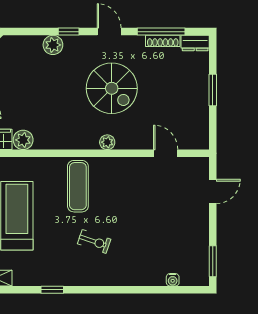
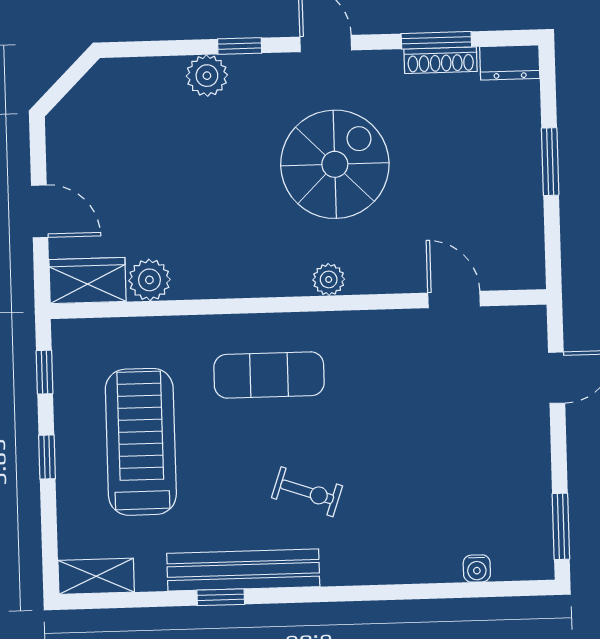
window: (161, 32) -> (436, 40), width x0.69
spiral stairs: (112, 88) -> (335, 164), turned -90
exercise mat: (78, 186) -> (269, 375), turned 90
bench: (63, 277) -> (243, 570), added

